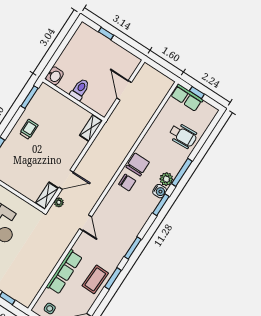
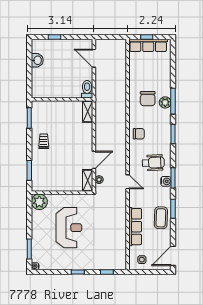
washbasin: (54, 76) -> (37, 60), moved
toilet: (80, 89) -> (87, 89), moved
door: (124, 90) -> (94, 58), moved
row of seats: (187, 98) -> (148, 45), width x1.48
wheelchair: (183, 136) -> (153, 163), moved
chair: (138, 165) -> (148, 99), moved, turned 180
plant: (166, 179) -> (165, 102), moved
water cooler: (160, 191) -> (166, 181), moved

